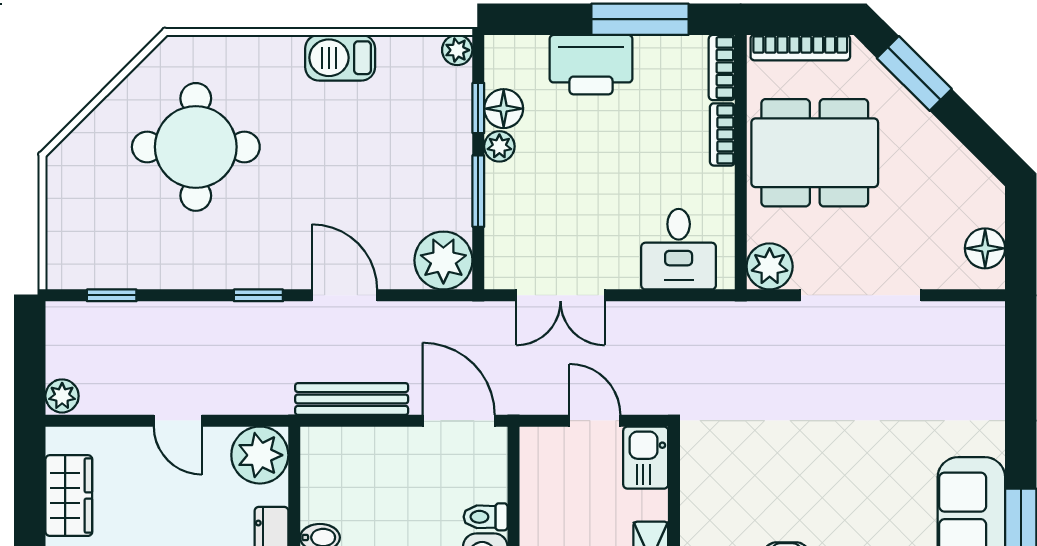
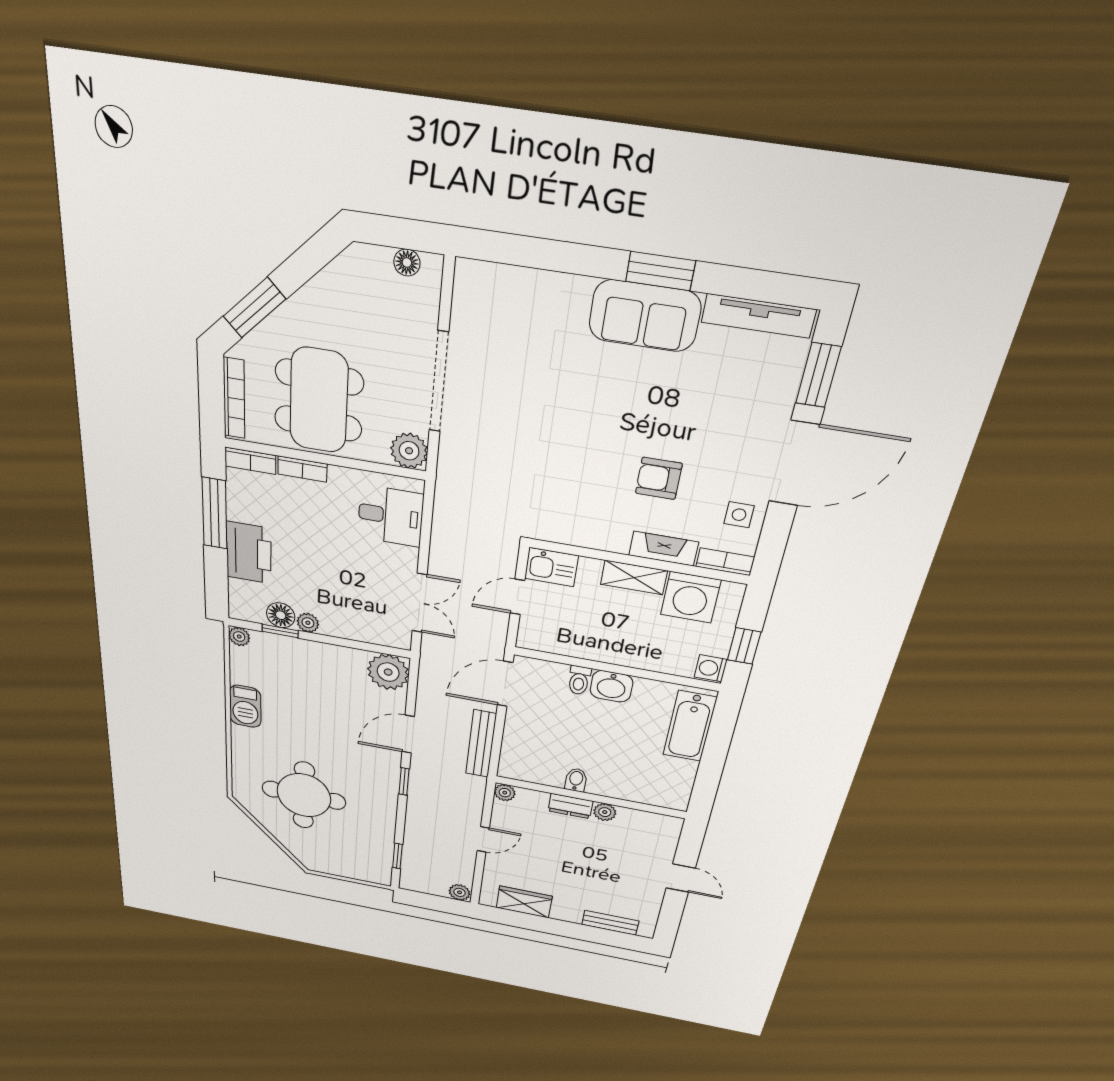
window: (478, 191) -> (340, 642), removed
floor lamp: (985, 248) -> (407, 263), width x0.73, depth x0.73
plant: (260, 455) -> (505, 793), width x0.53, depth x0.53

